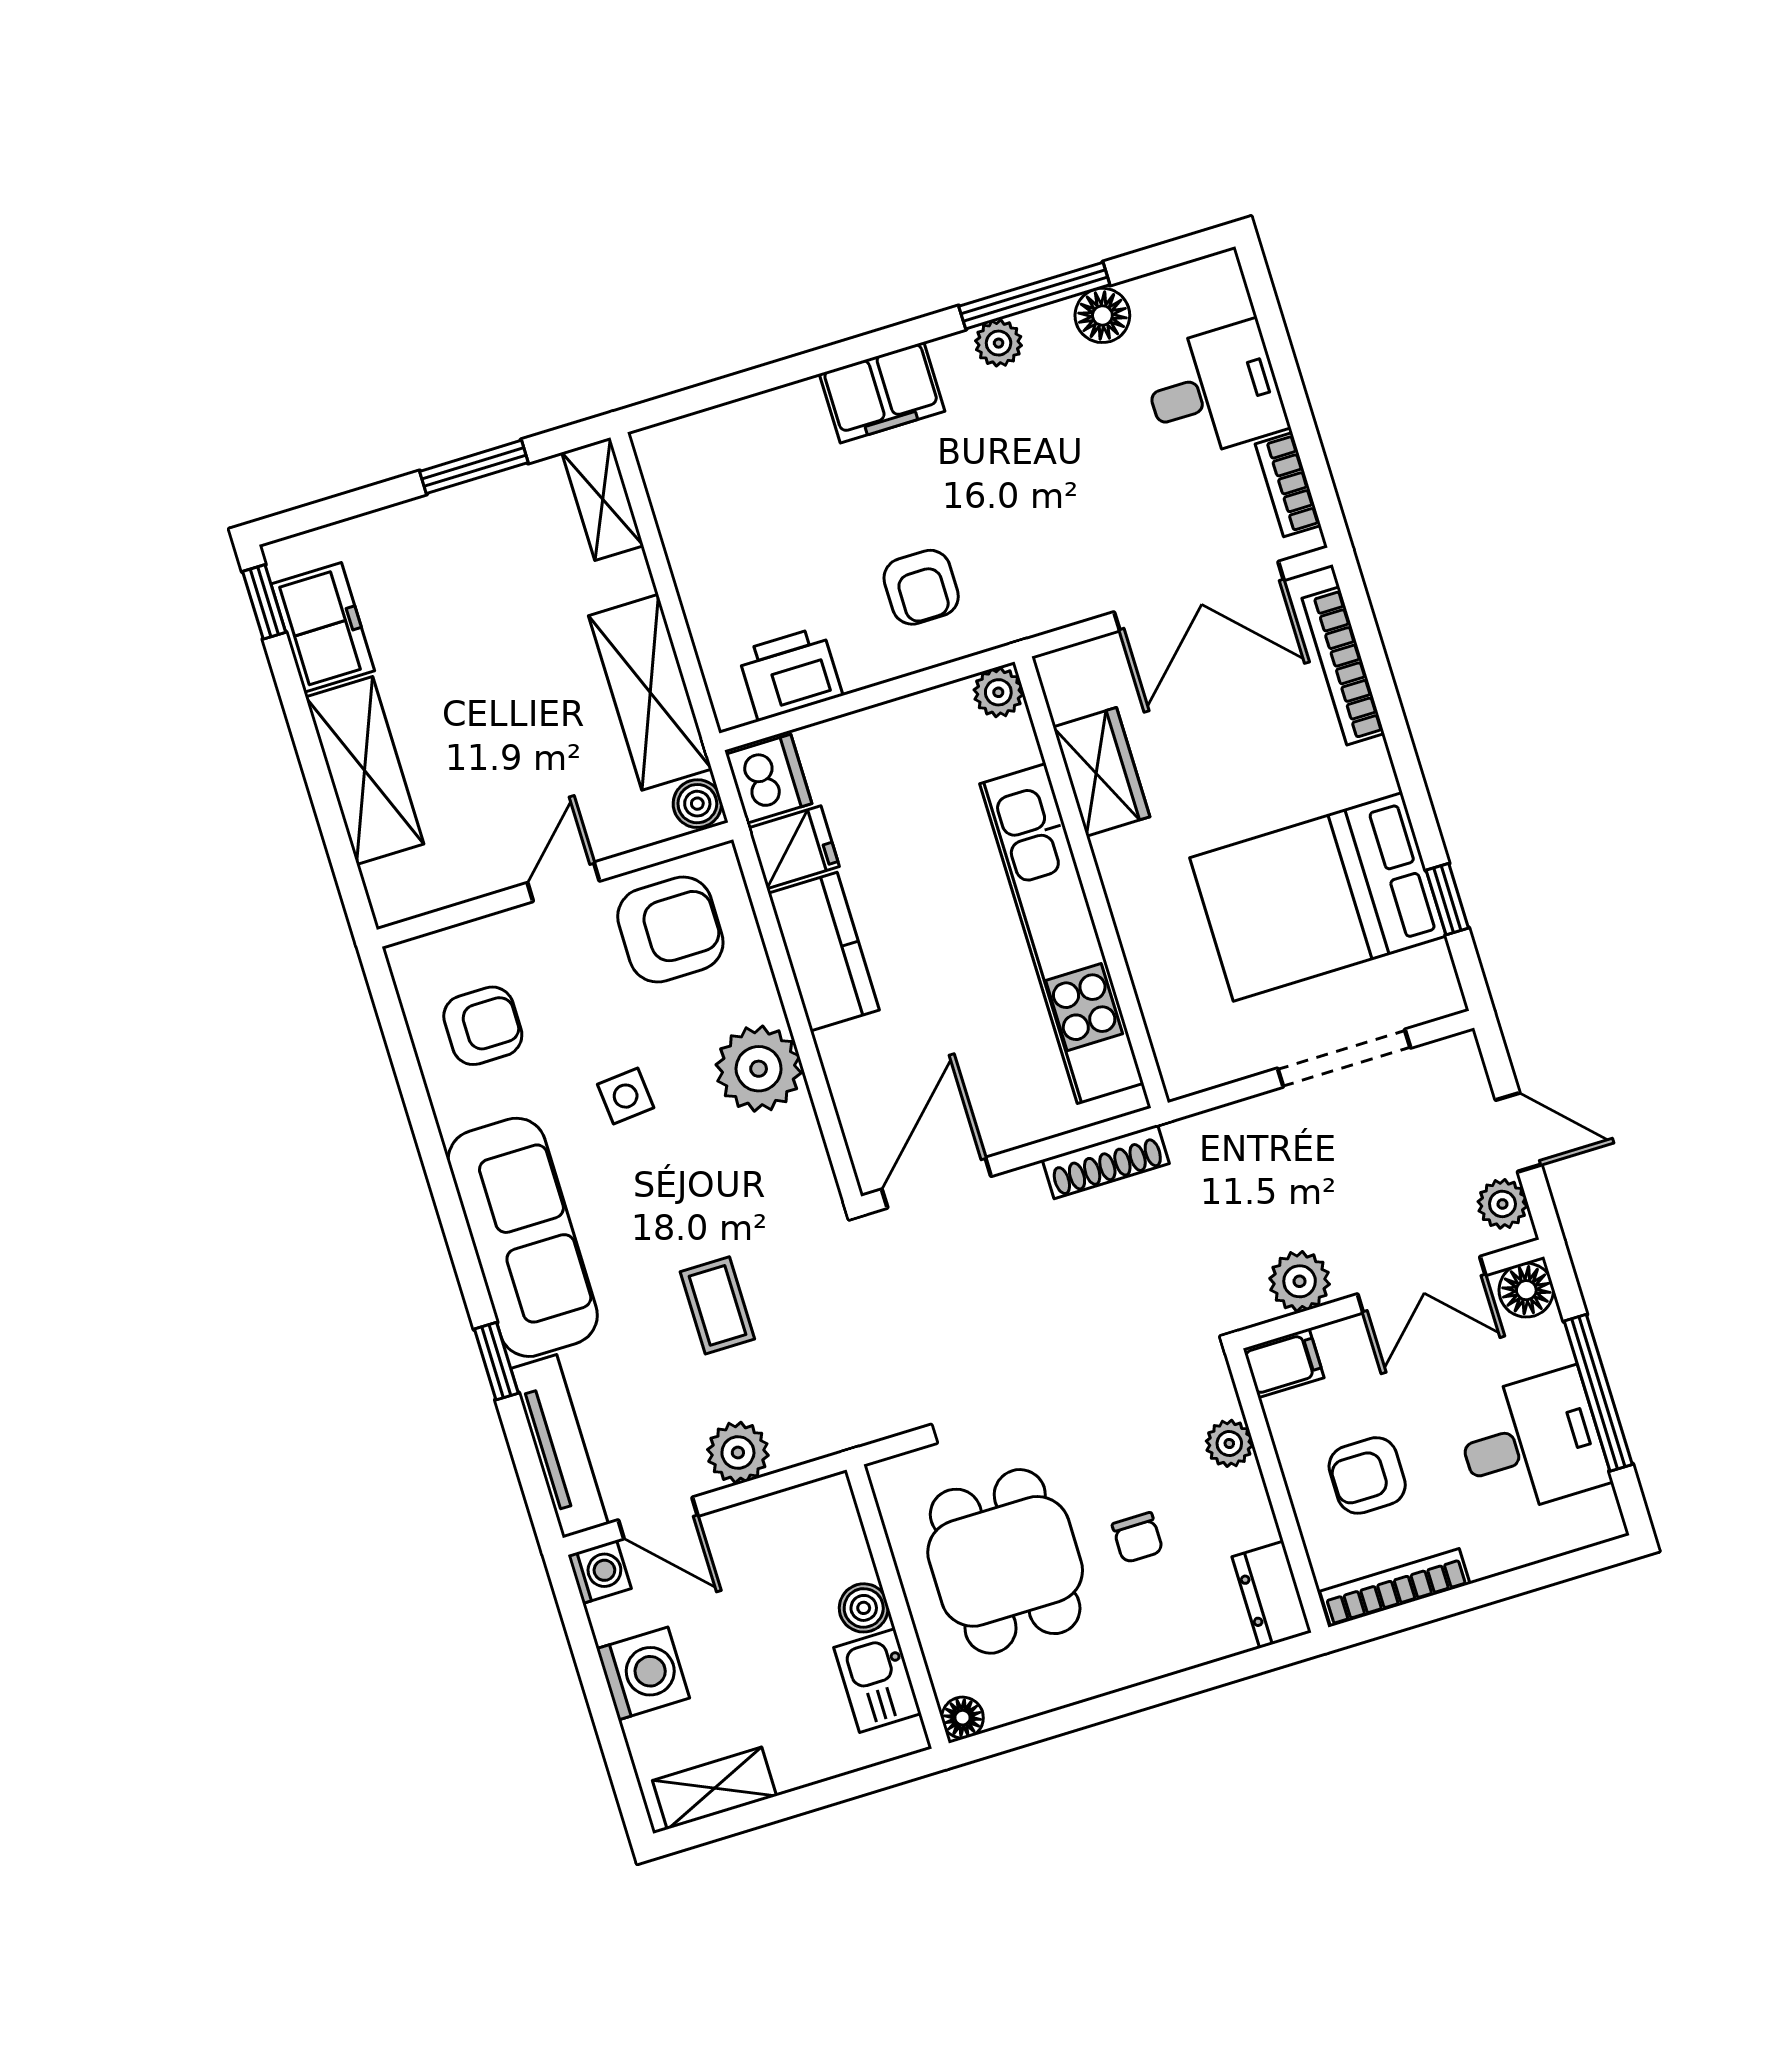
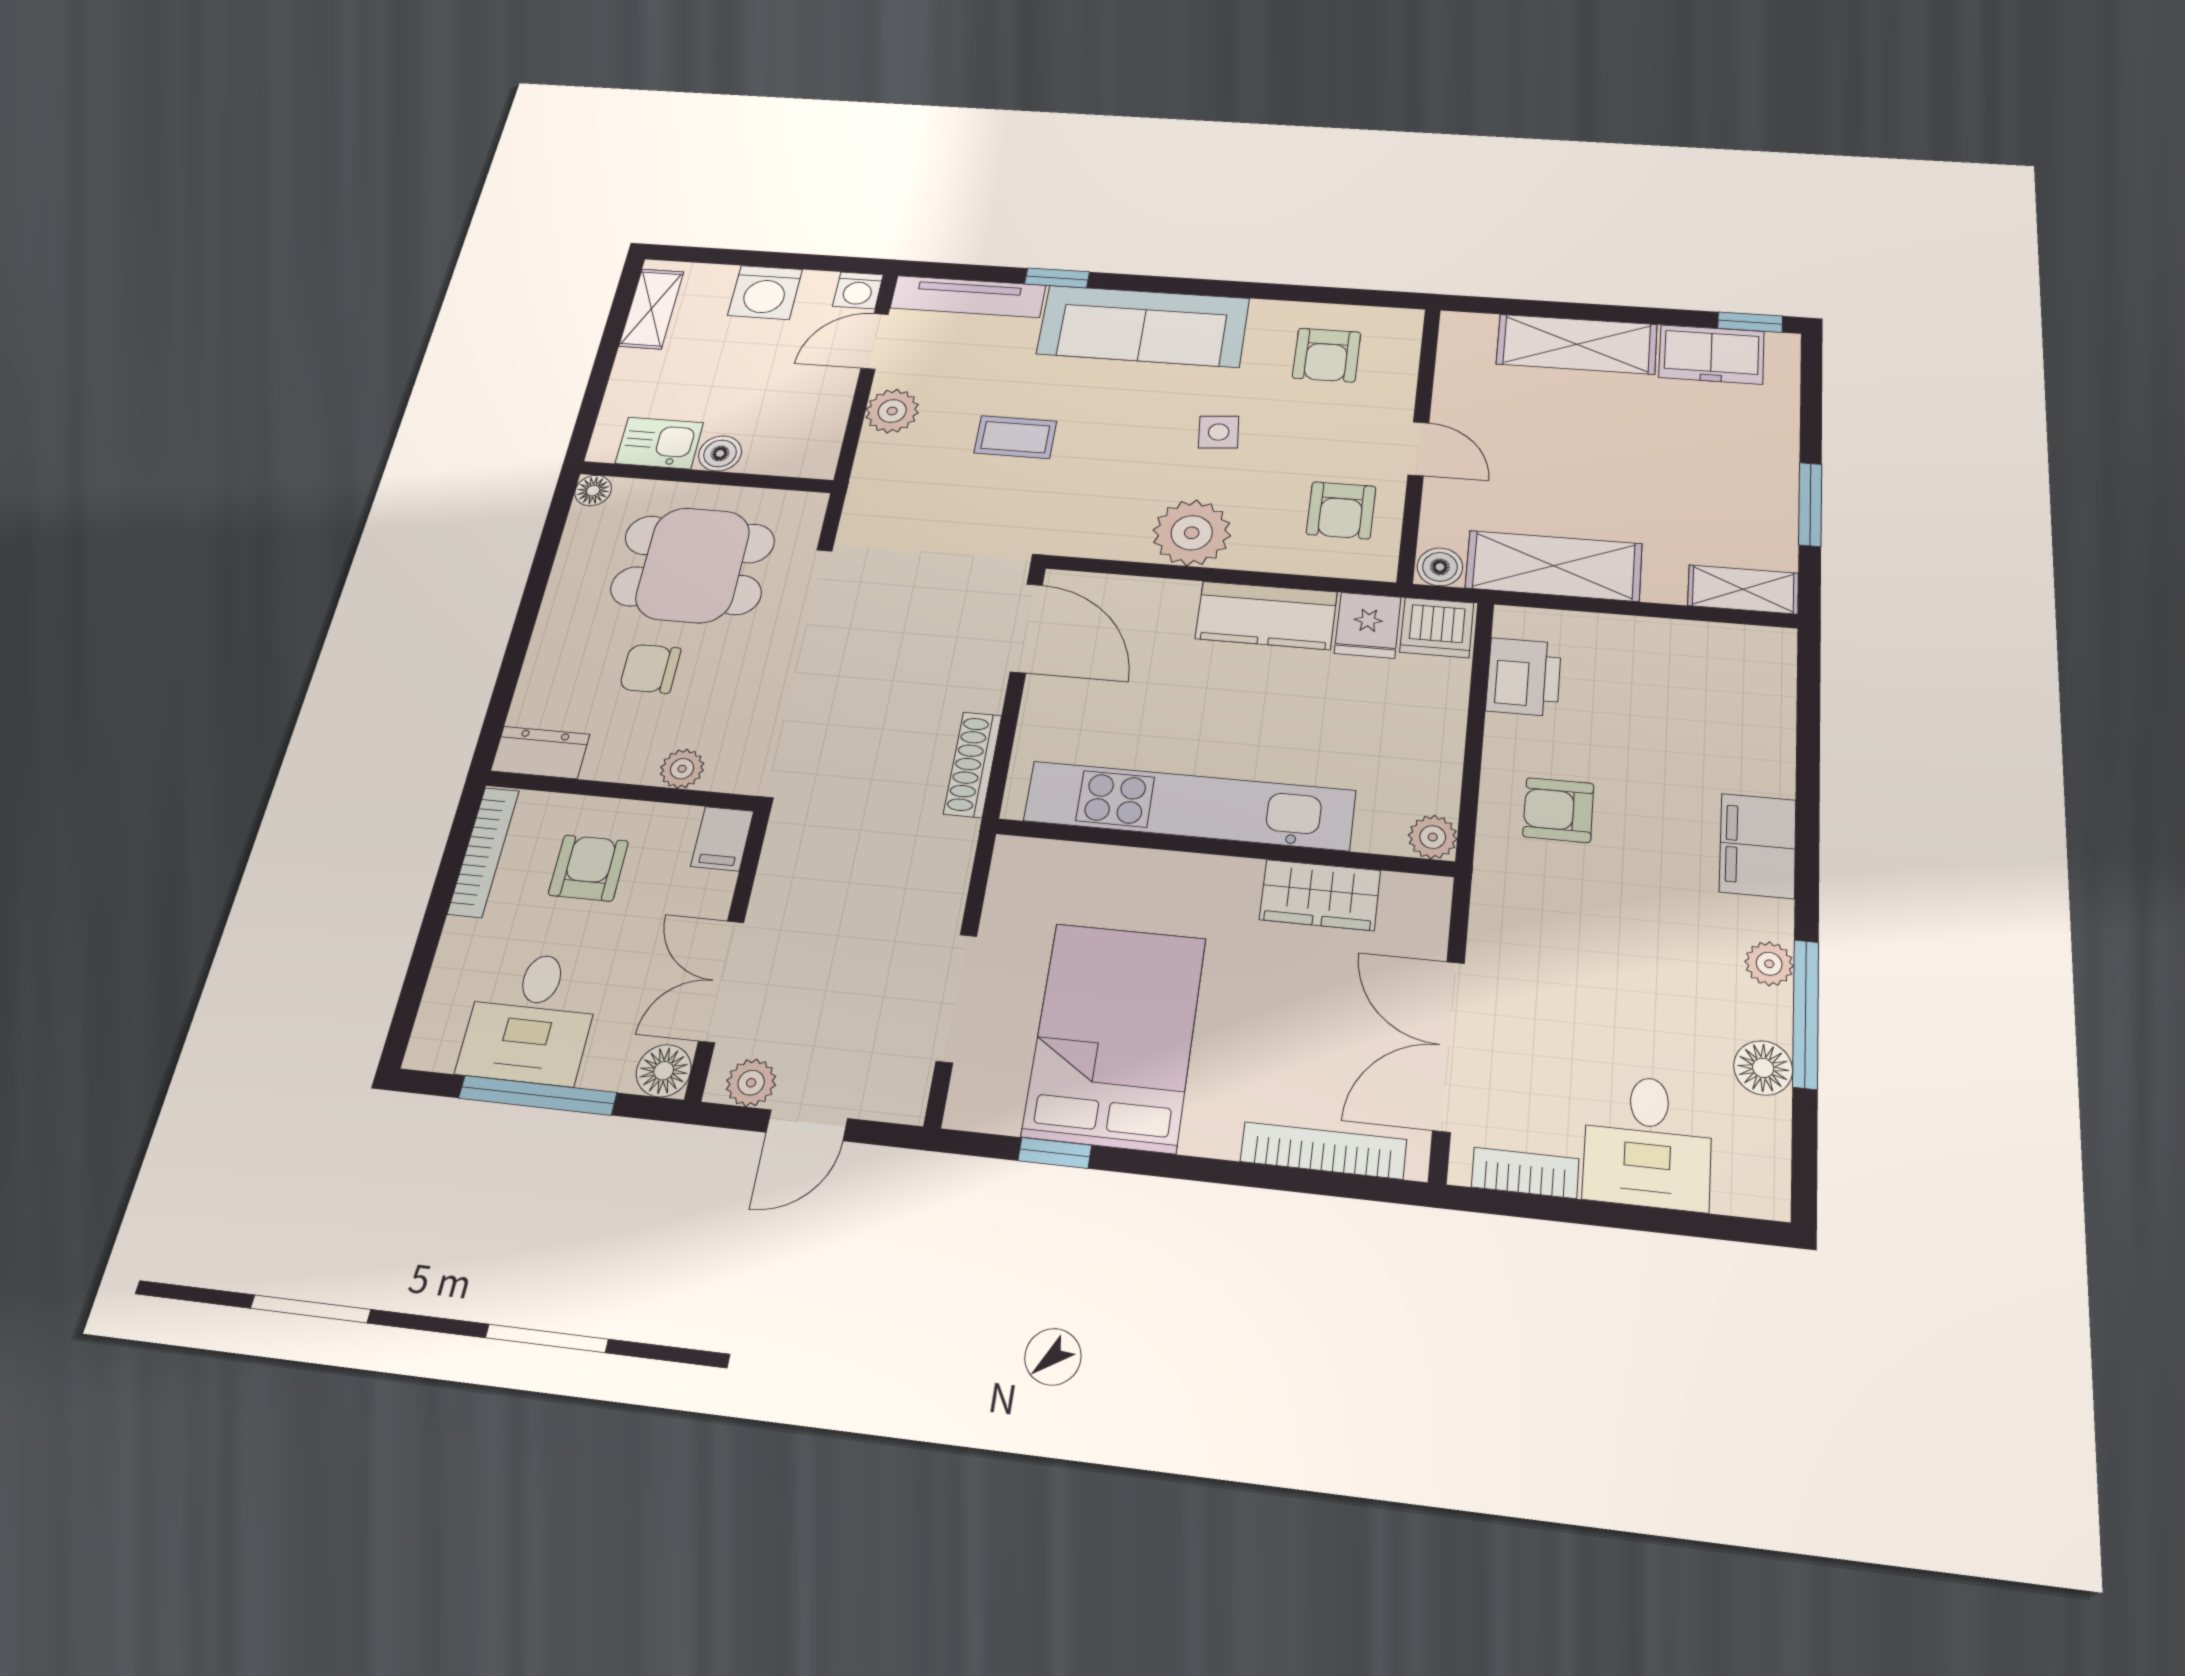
armchair: (670, 929) -> (1341, 510), width x0.72, depth x0.72
plant: (1300, 1281) -> (783, 880), removed
chair: (1137, 1538) -> (650, 669), width x1.37, depth x1.37

